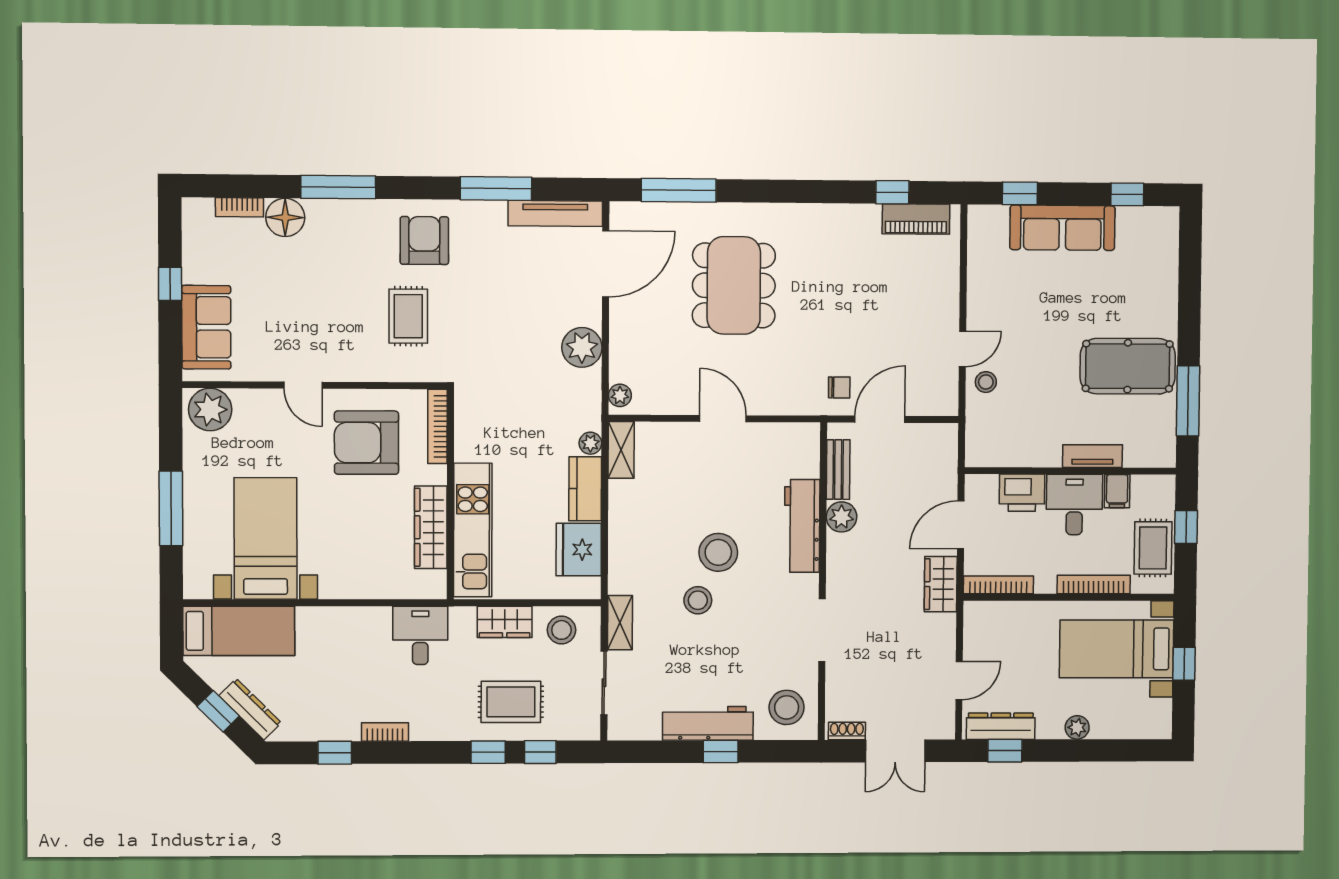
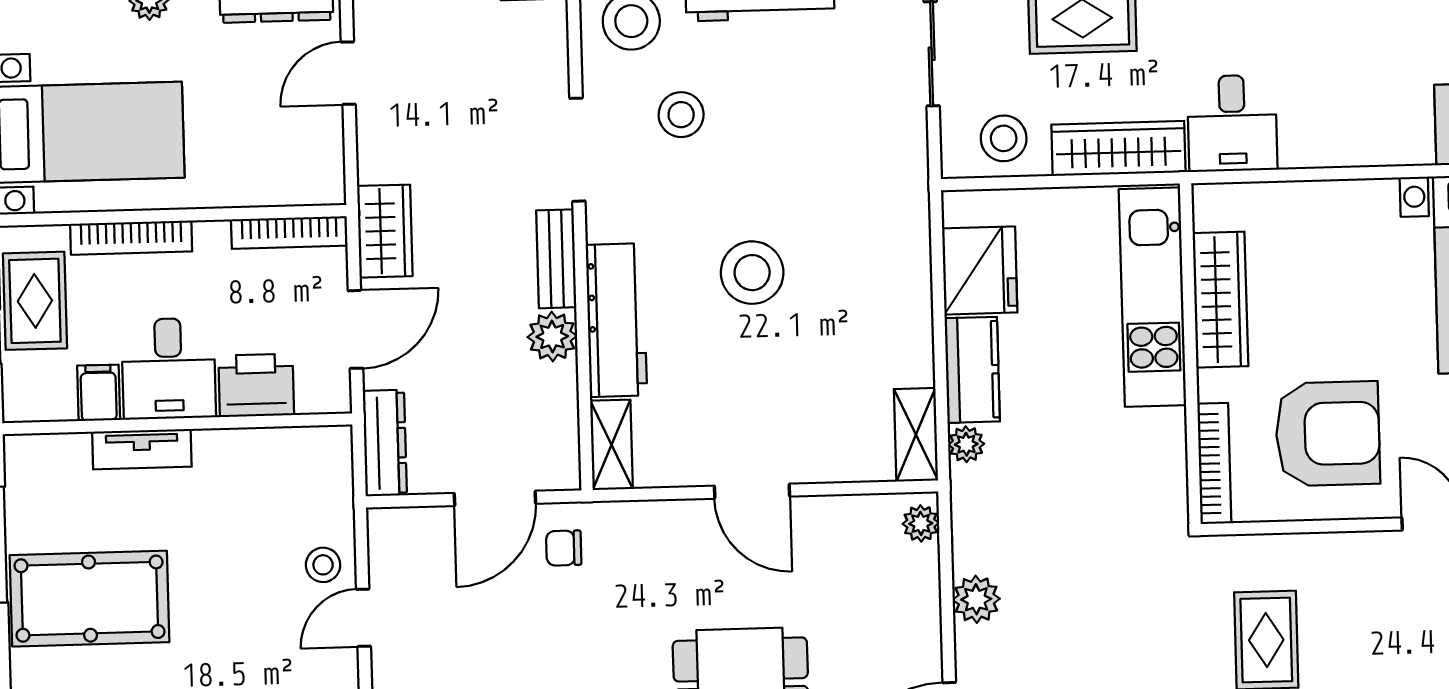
plant: (582, 347) -> (976, 599), width x0.73, depth x0.73
dresser: (946, 455) -> (385, 443), added
bench: (838, 470) -> (556, 259), moved
stool: (698, 600) -> (681, 115), moved
wardrobe: (505, 622) -> (1118, 148), width x1.50
shelving: (620, 623) -> (611, 445), moved

